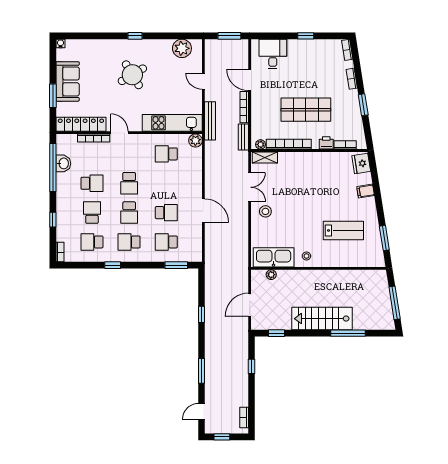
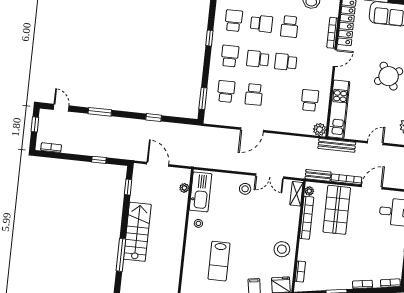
shop shelf: (306, 110) -> (337, 210), moved
printer: (326, 143) -> (304, 254), removed
stool: (324, 166) -> (282, 249), added

